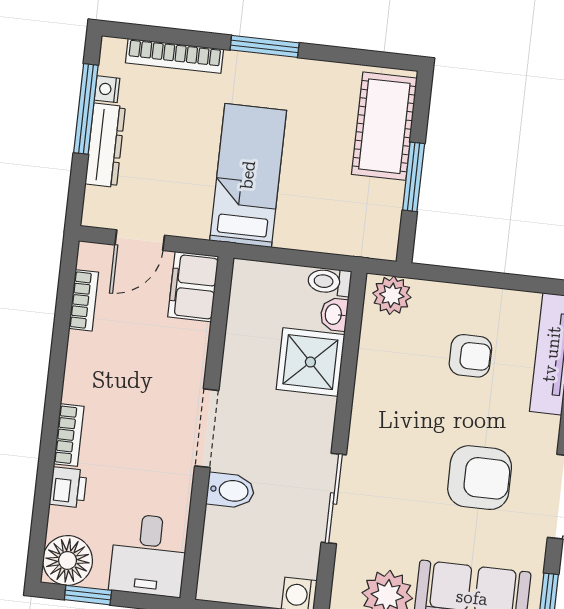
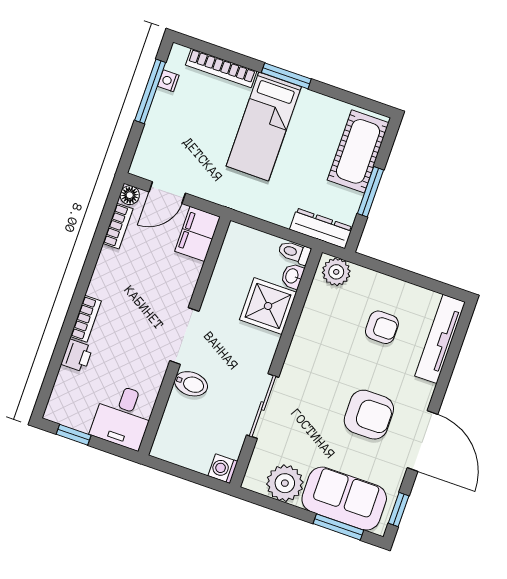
dresser: (105, 145) -> (321, 228), moved, turned -90
bed: (248, 175) -> (264, 126), moved, turned 180
floor lamp: (68, 560) -> (130, 195), moved, width x0.53, depth x0.53

